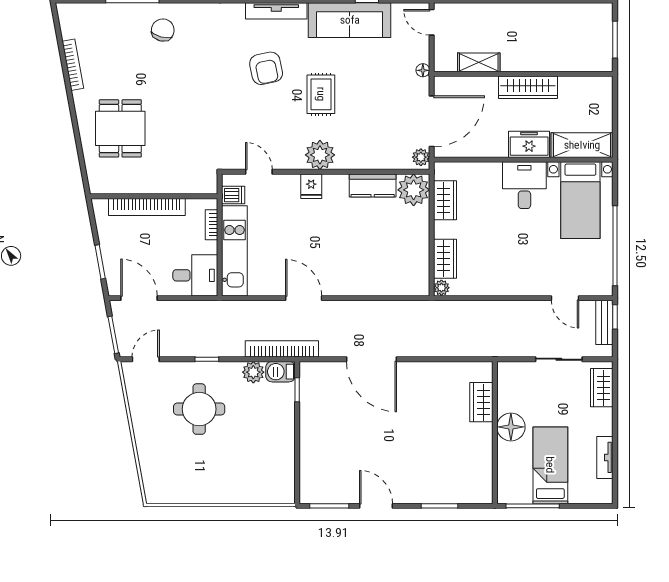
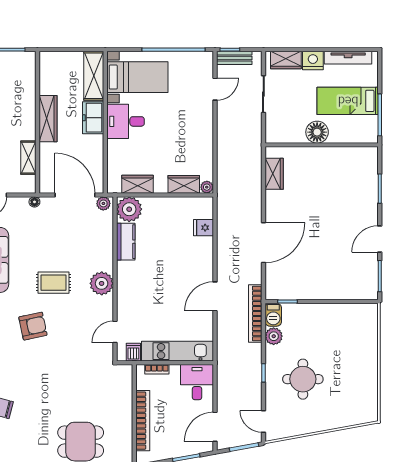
fridge: (311, 186) -> (204, 228), moved, turned 180
wardrobe: (481, 402) -> (274, 174), moved, turned -90
nightstand: (601, 422) -> (313, 61), added
tv unit: (605, 457) -> (348, 58), width x1.41

